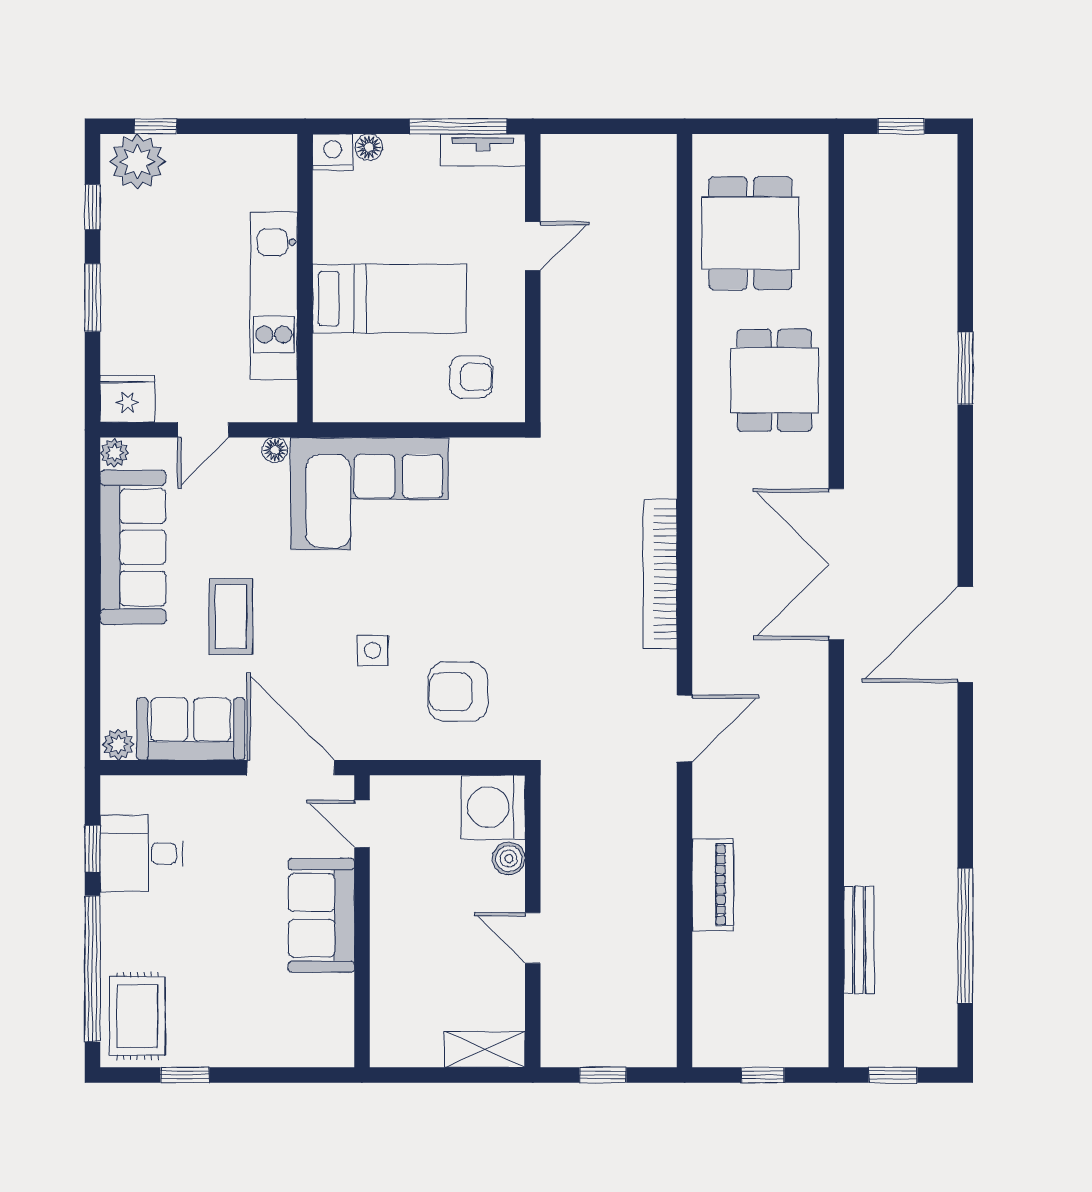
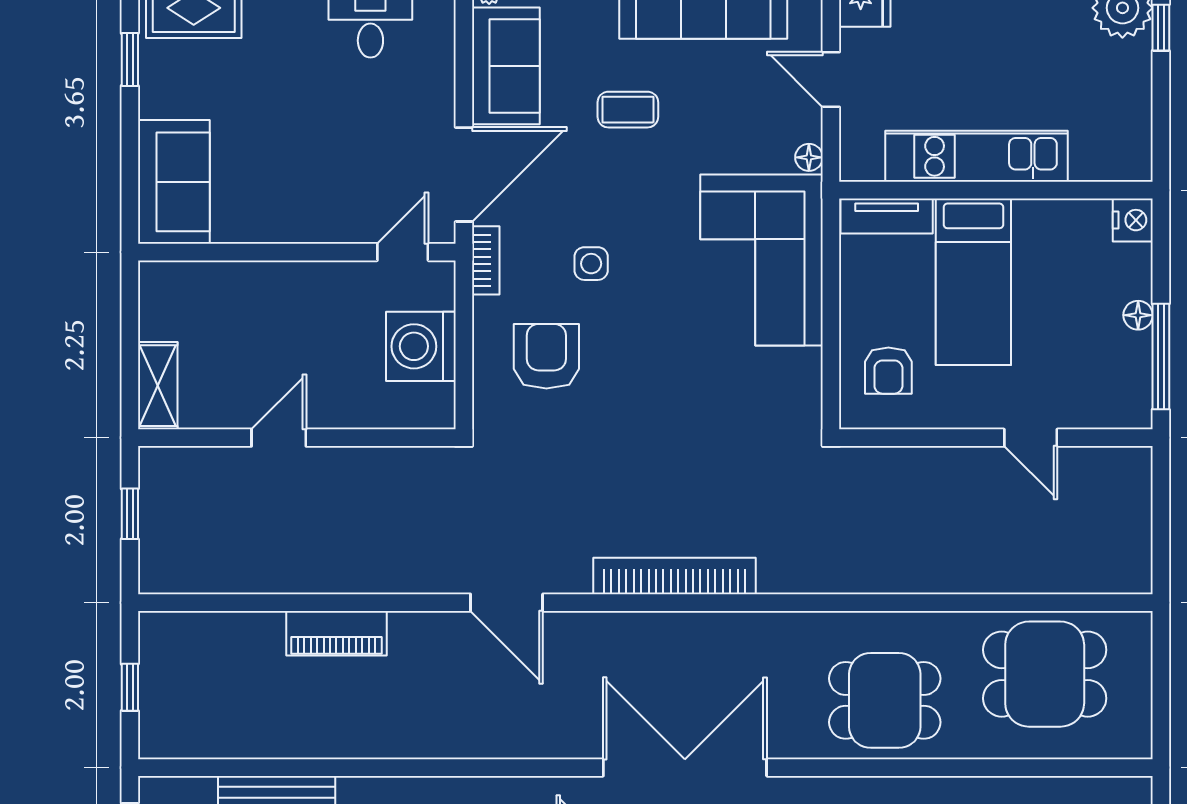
floor lamp: (369, 147) -> (1138, 315), moved
tv unit: (483, 150) -> (887, 216), moved, turned -90
coffee table: (231, 617) -> (628, 110), width x0.73, depth x0.77
bookcase: (370, 747) -> (486, 260), added
washing machine: (493, 807) -> (421, 346), moved, turned -90
boiler: (509, 859) -> (365, 412), removed
sofa: (321, 915) -> (174, 182), moved, turned 90

